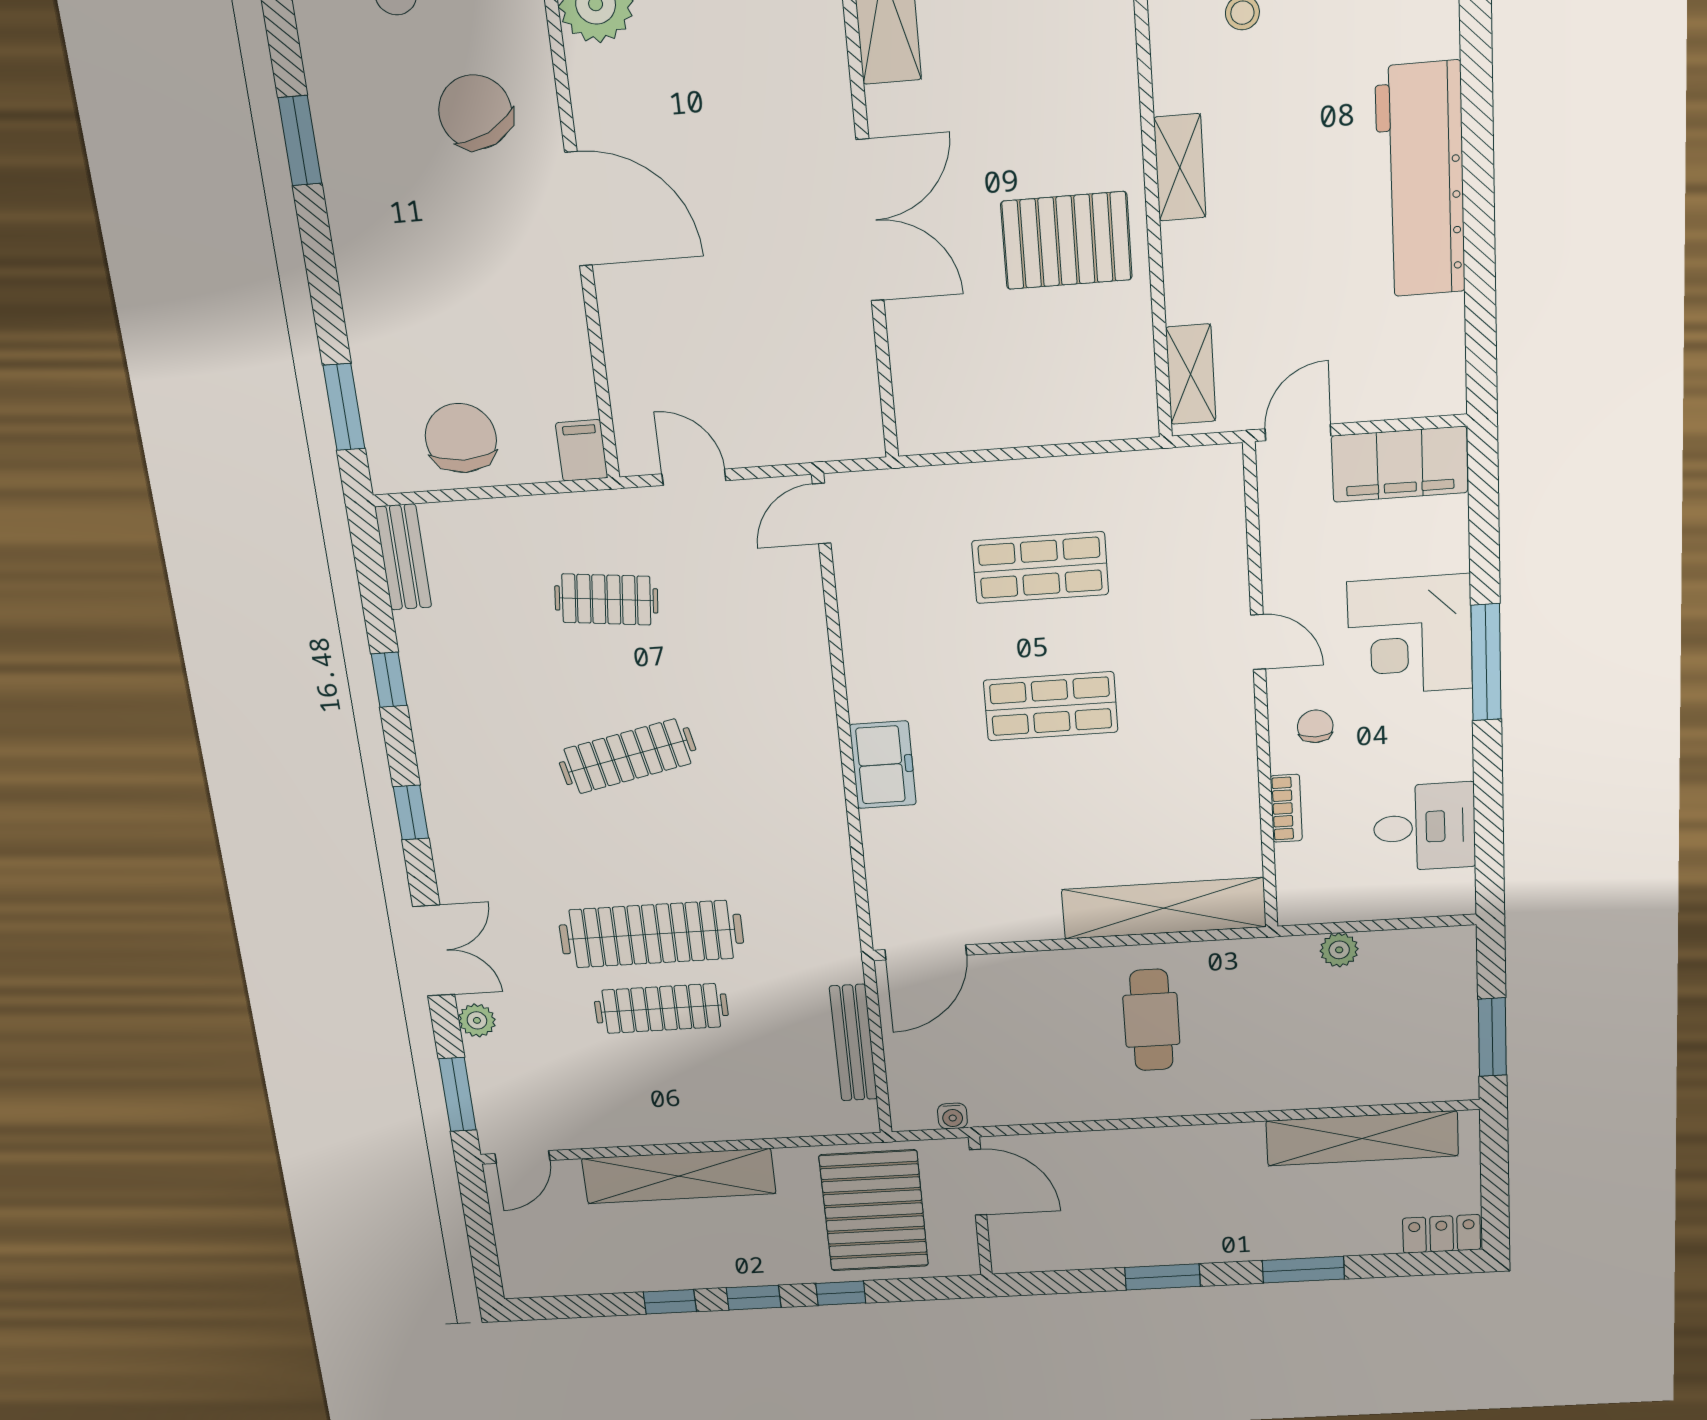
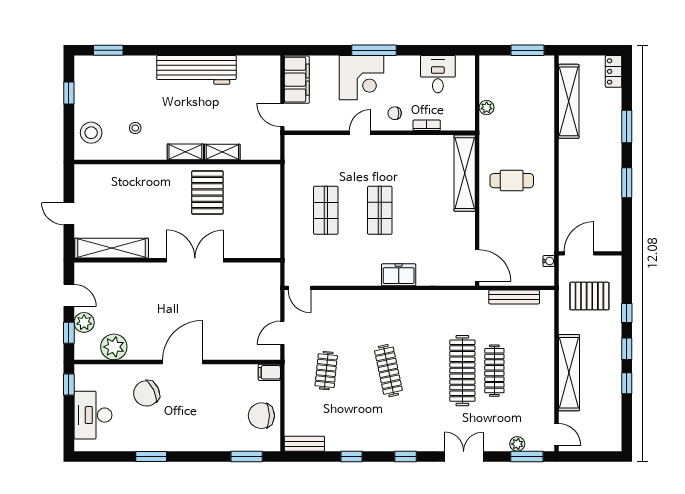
shelving: (1191, 374) -> (222, 152), moved
plant: (477, 1020) -> (517, 444), moved
pallet: (874, 1211) -> (589, 296), width x0.73, depth x0.71

